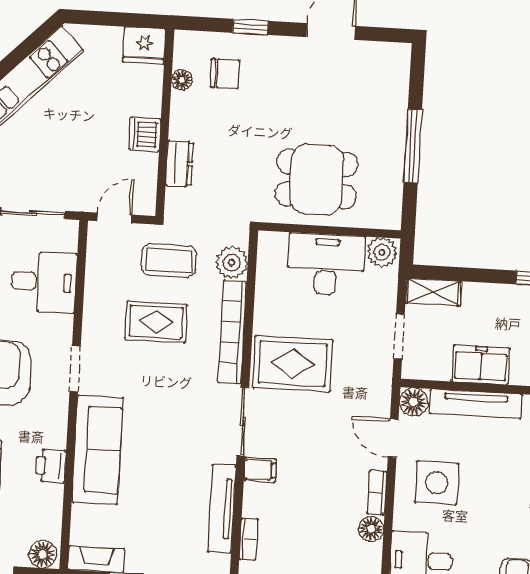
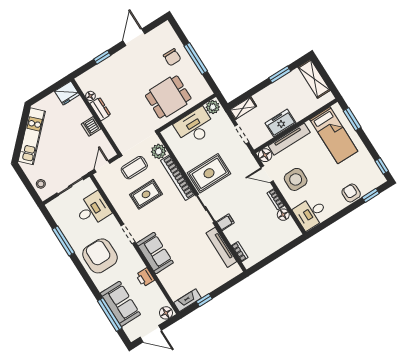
chair: (225, 74) -> (172, 57), moved, turned 90
dresser: (180, 163) -> (100, 109), moved
sofa: (97, 450) -> (155, 253), width x0.73

